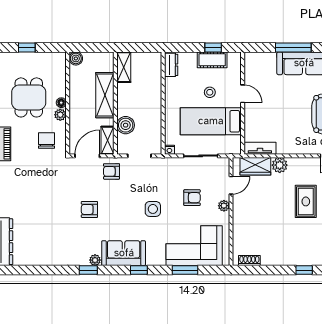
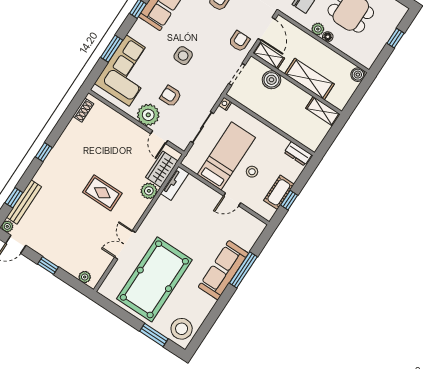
armchair: (192, 198) -> (171, 96), turned 90
plant: (224, 206) -> (148, 115), width x1.88, depth x1.88

